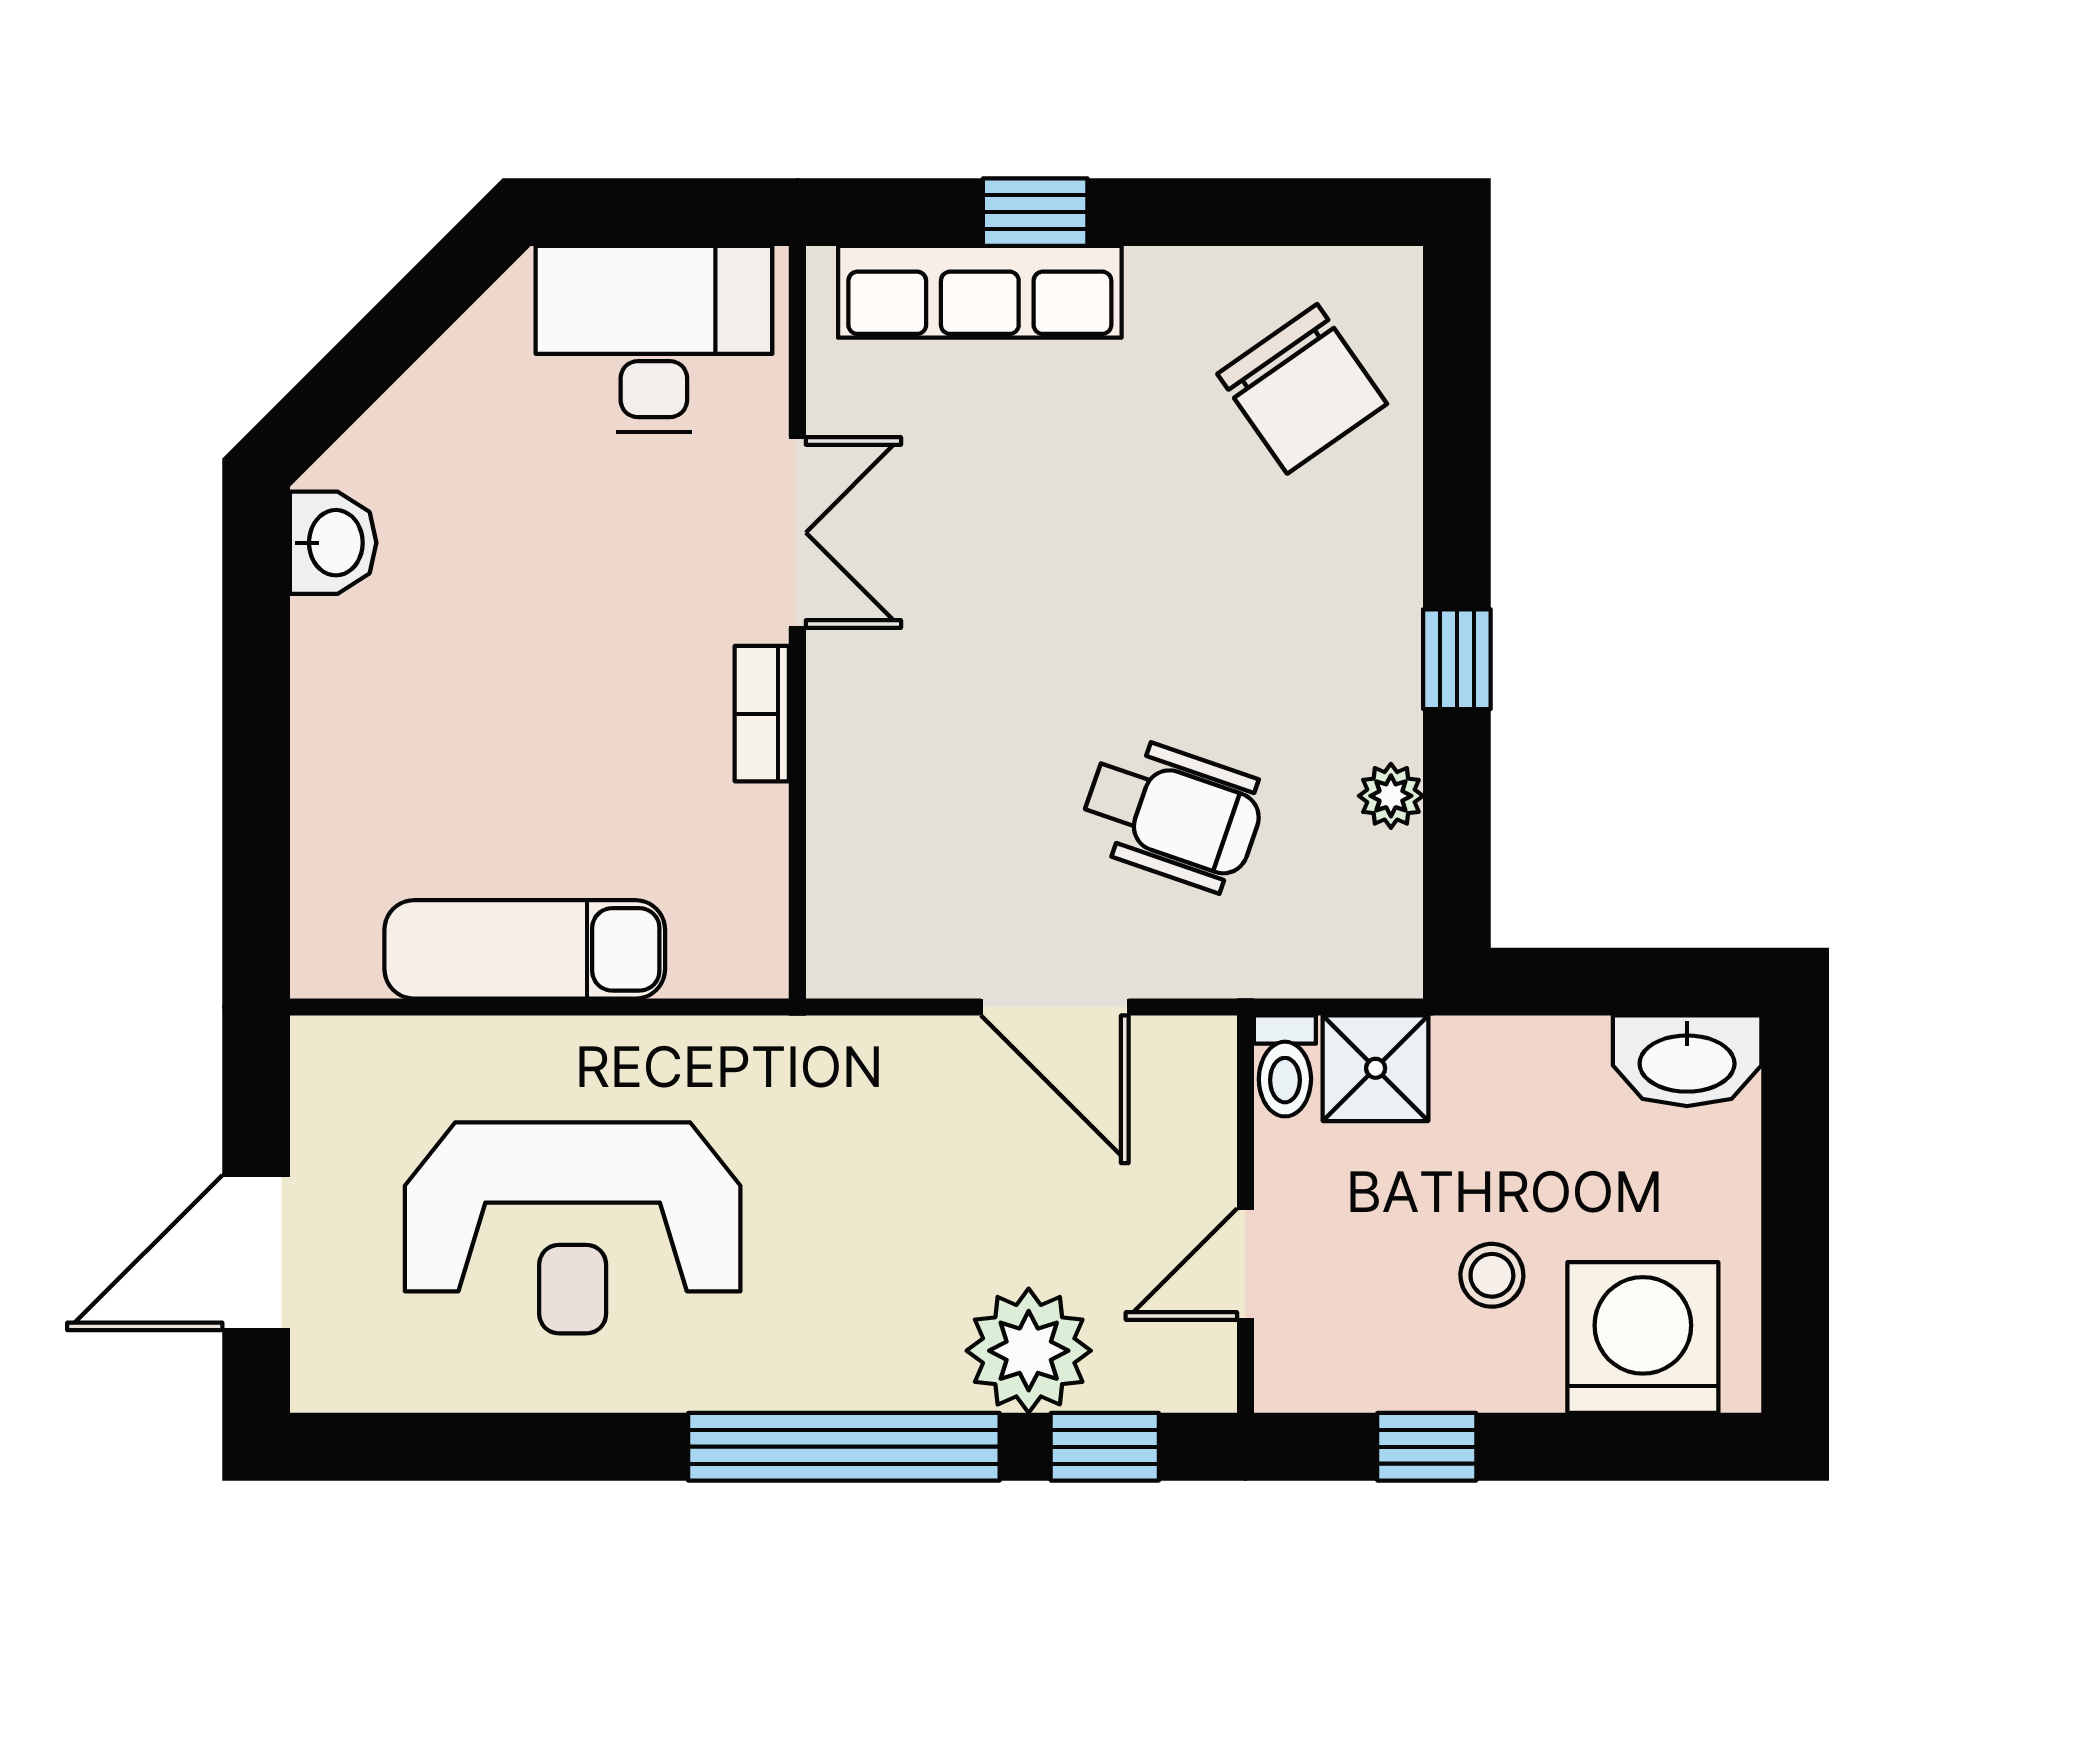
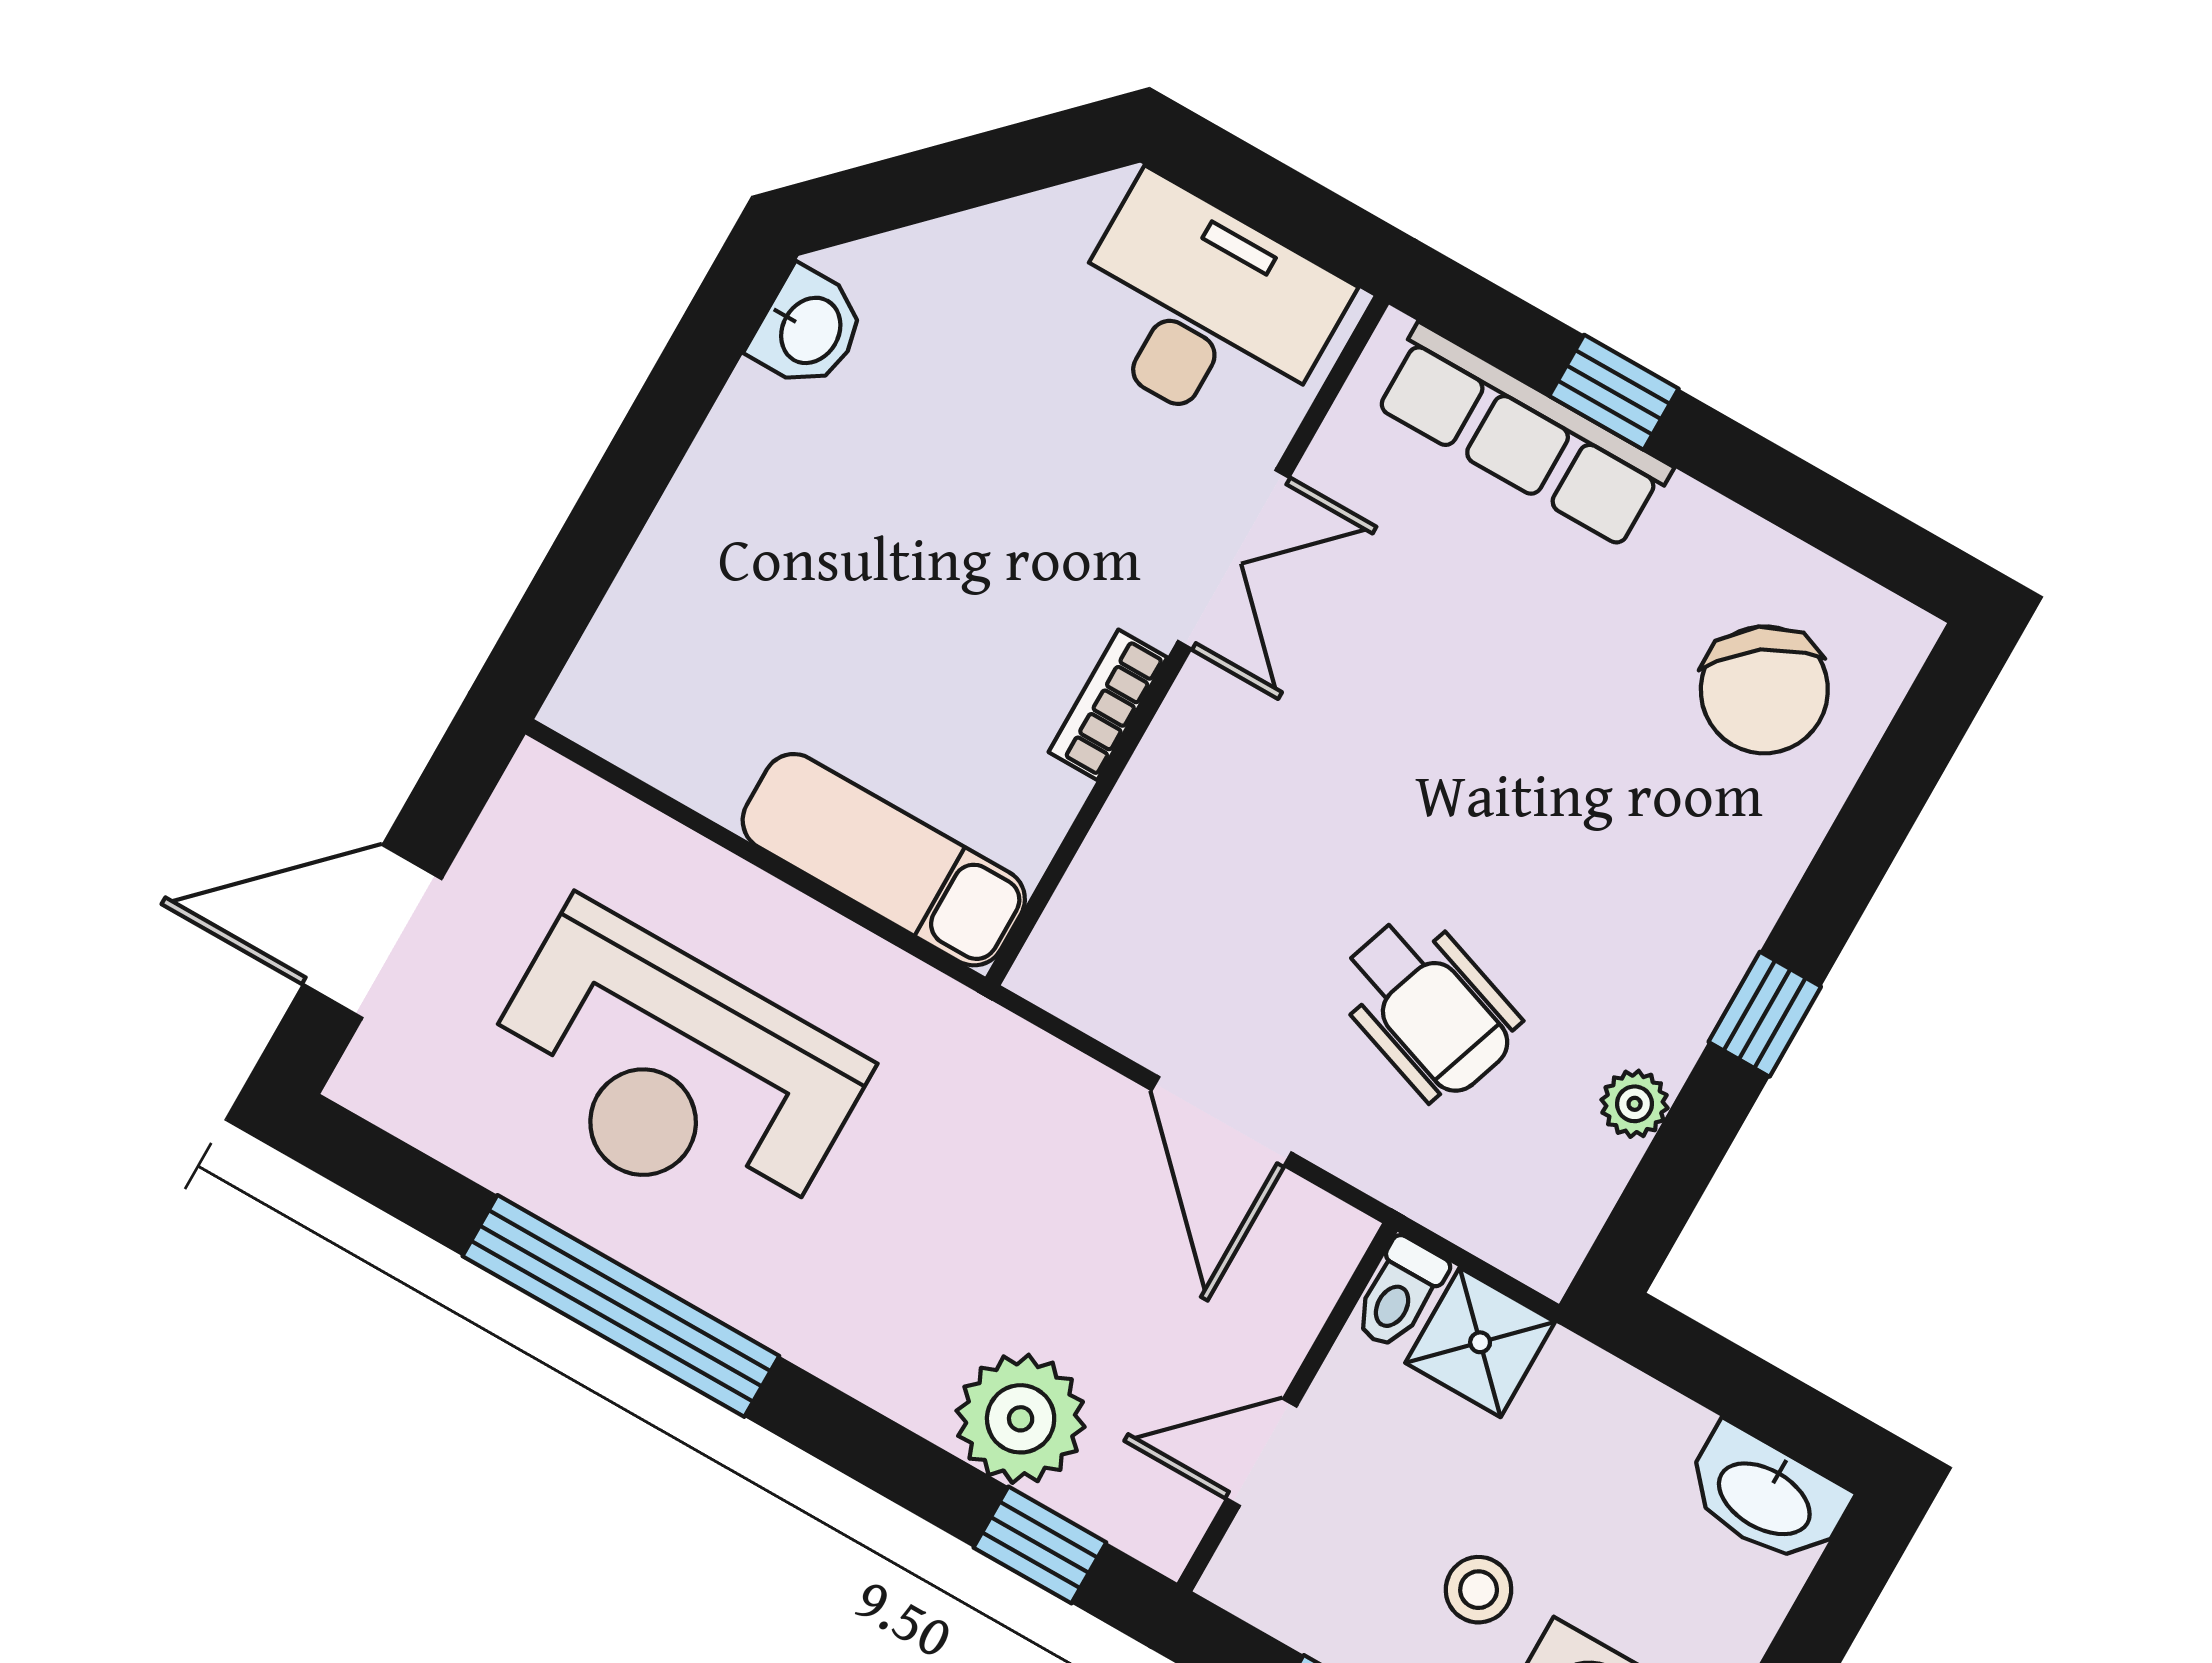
exam couch: (525, 949) -> (884, 860), moved
window: (844, 1447) -> (621, 1306), moved

